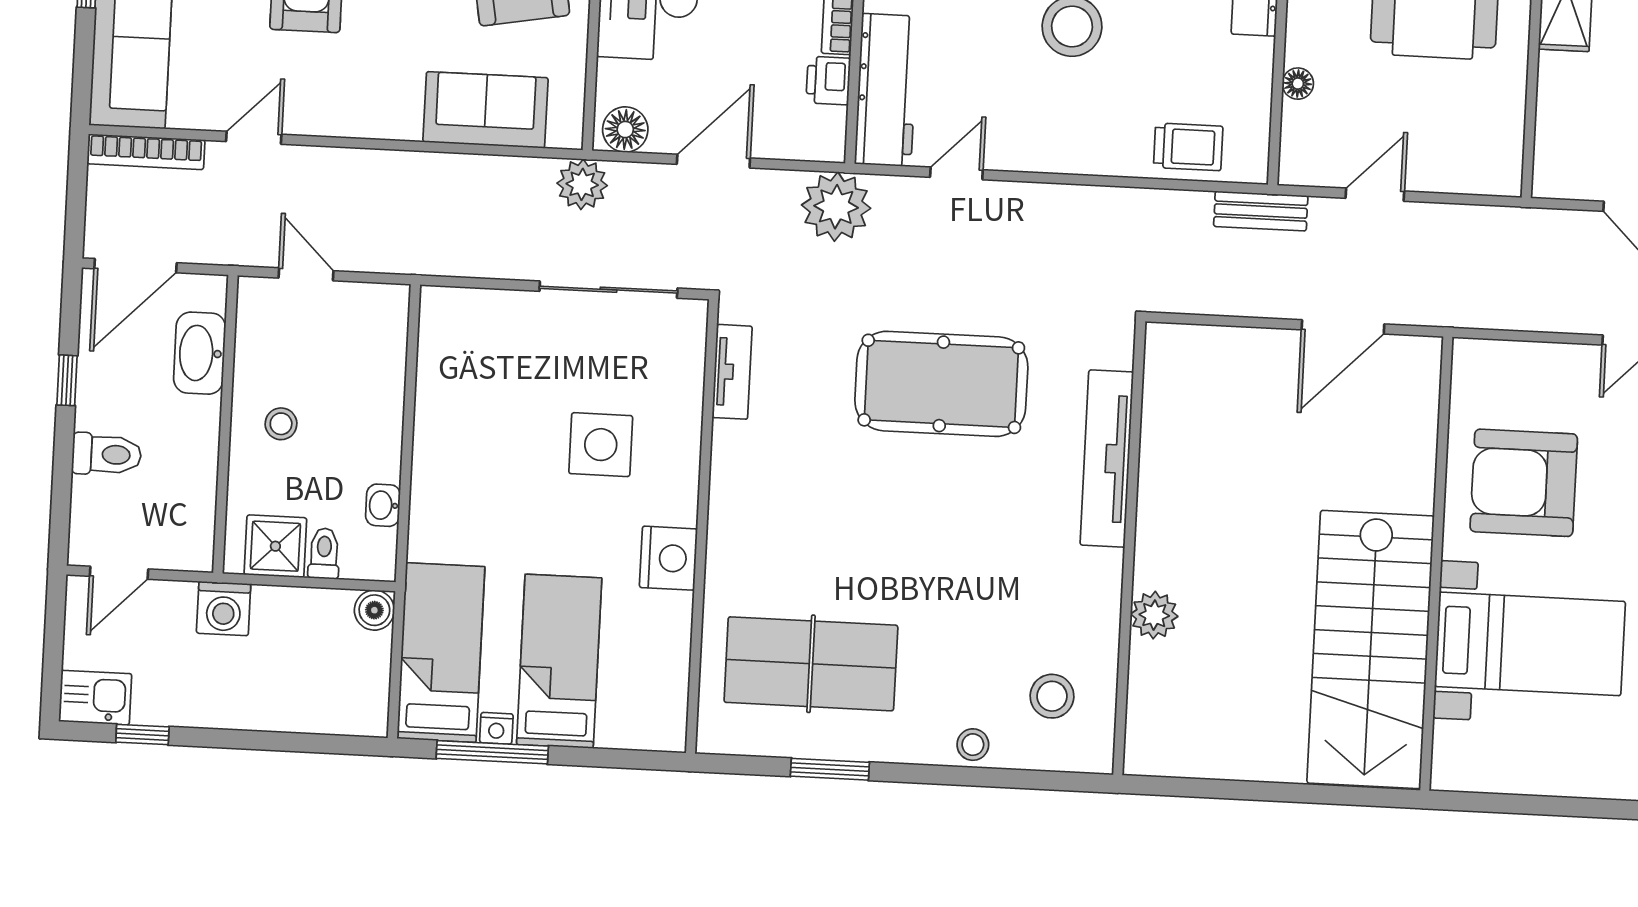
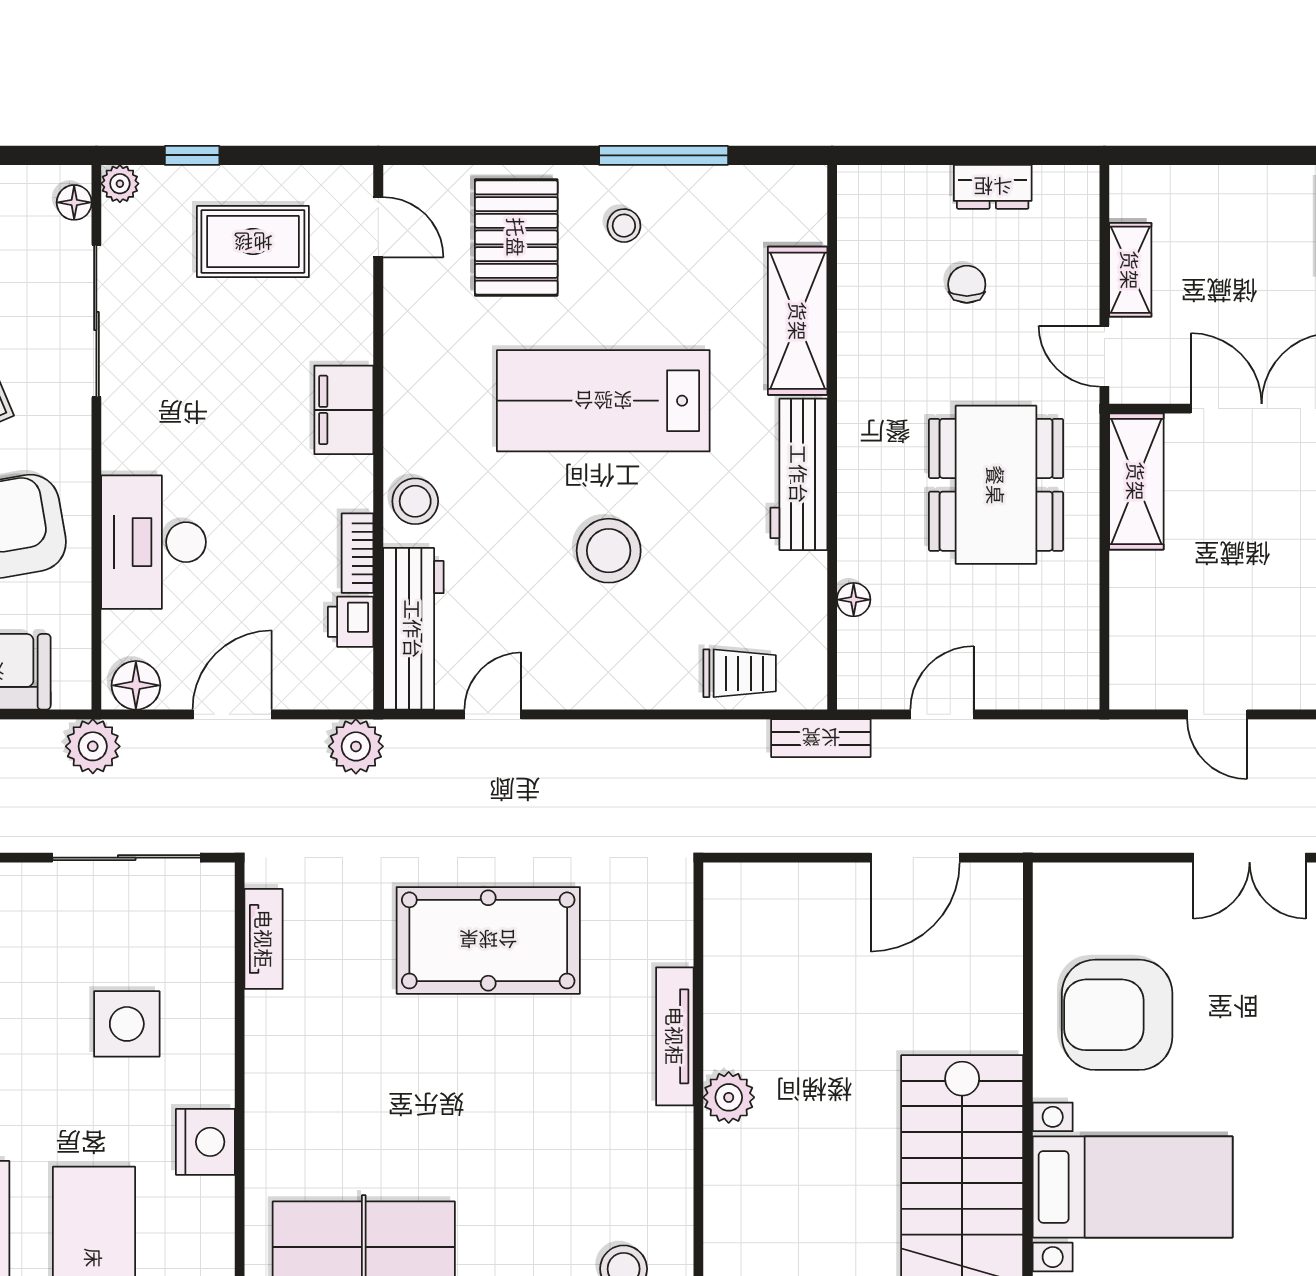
plant: (836, 207) -> (356, 746), width x0.73, depth x0.73
tv unit: (1107, 459) -> (675, 1036), width x0.73, depth x0.78
plant: (1154, 615) -> (729, 1097), moved

